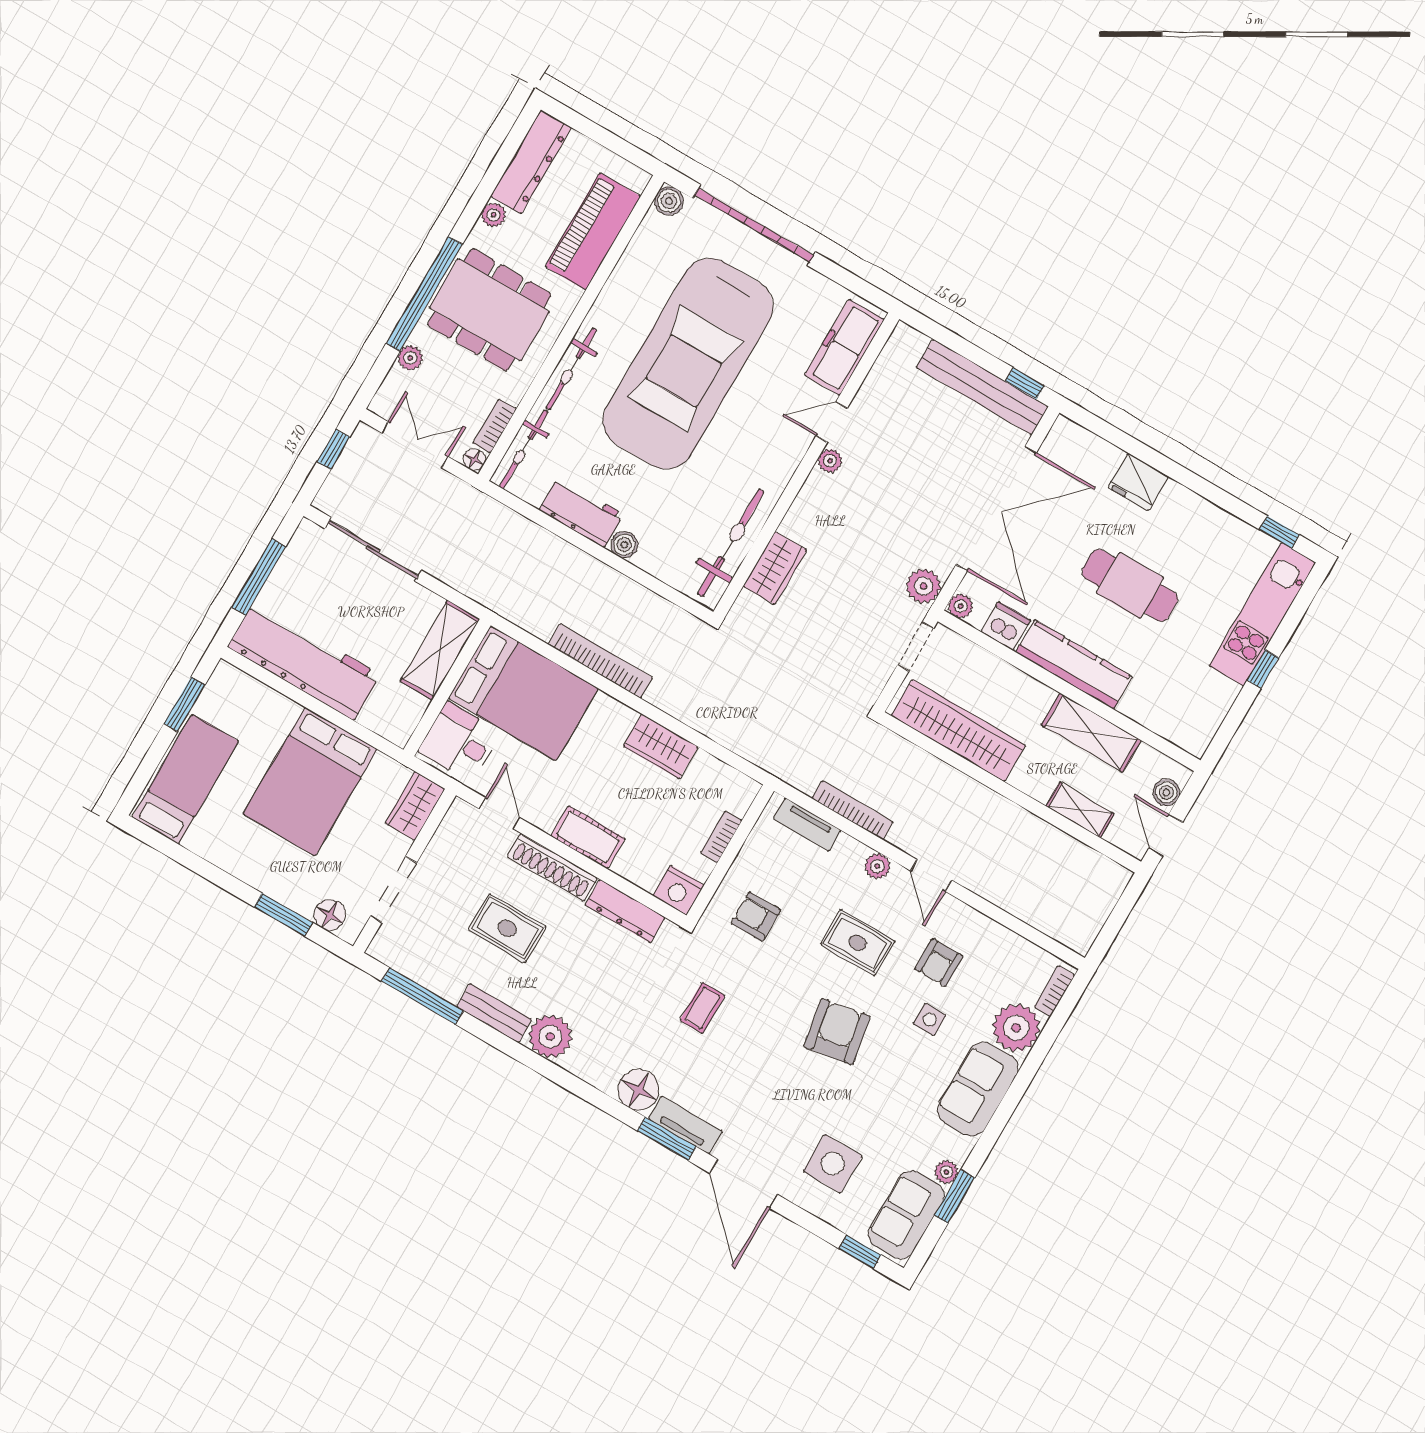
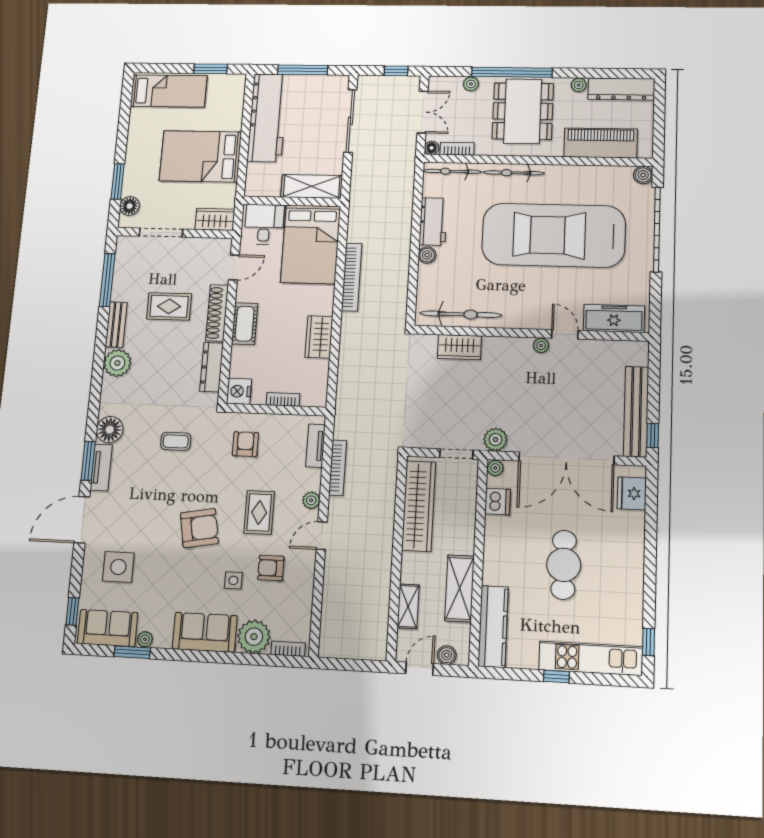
fridge: (1138, 482) -> (632, 493), moved
kitchen counter: (1074, 664) -> (493, 627), moved
rug: (507, 928) -> (169, 306), turned 90

